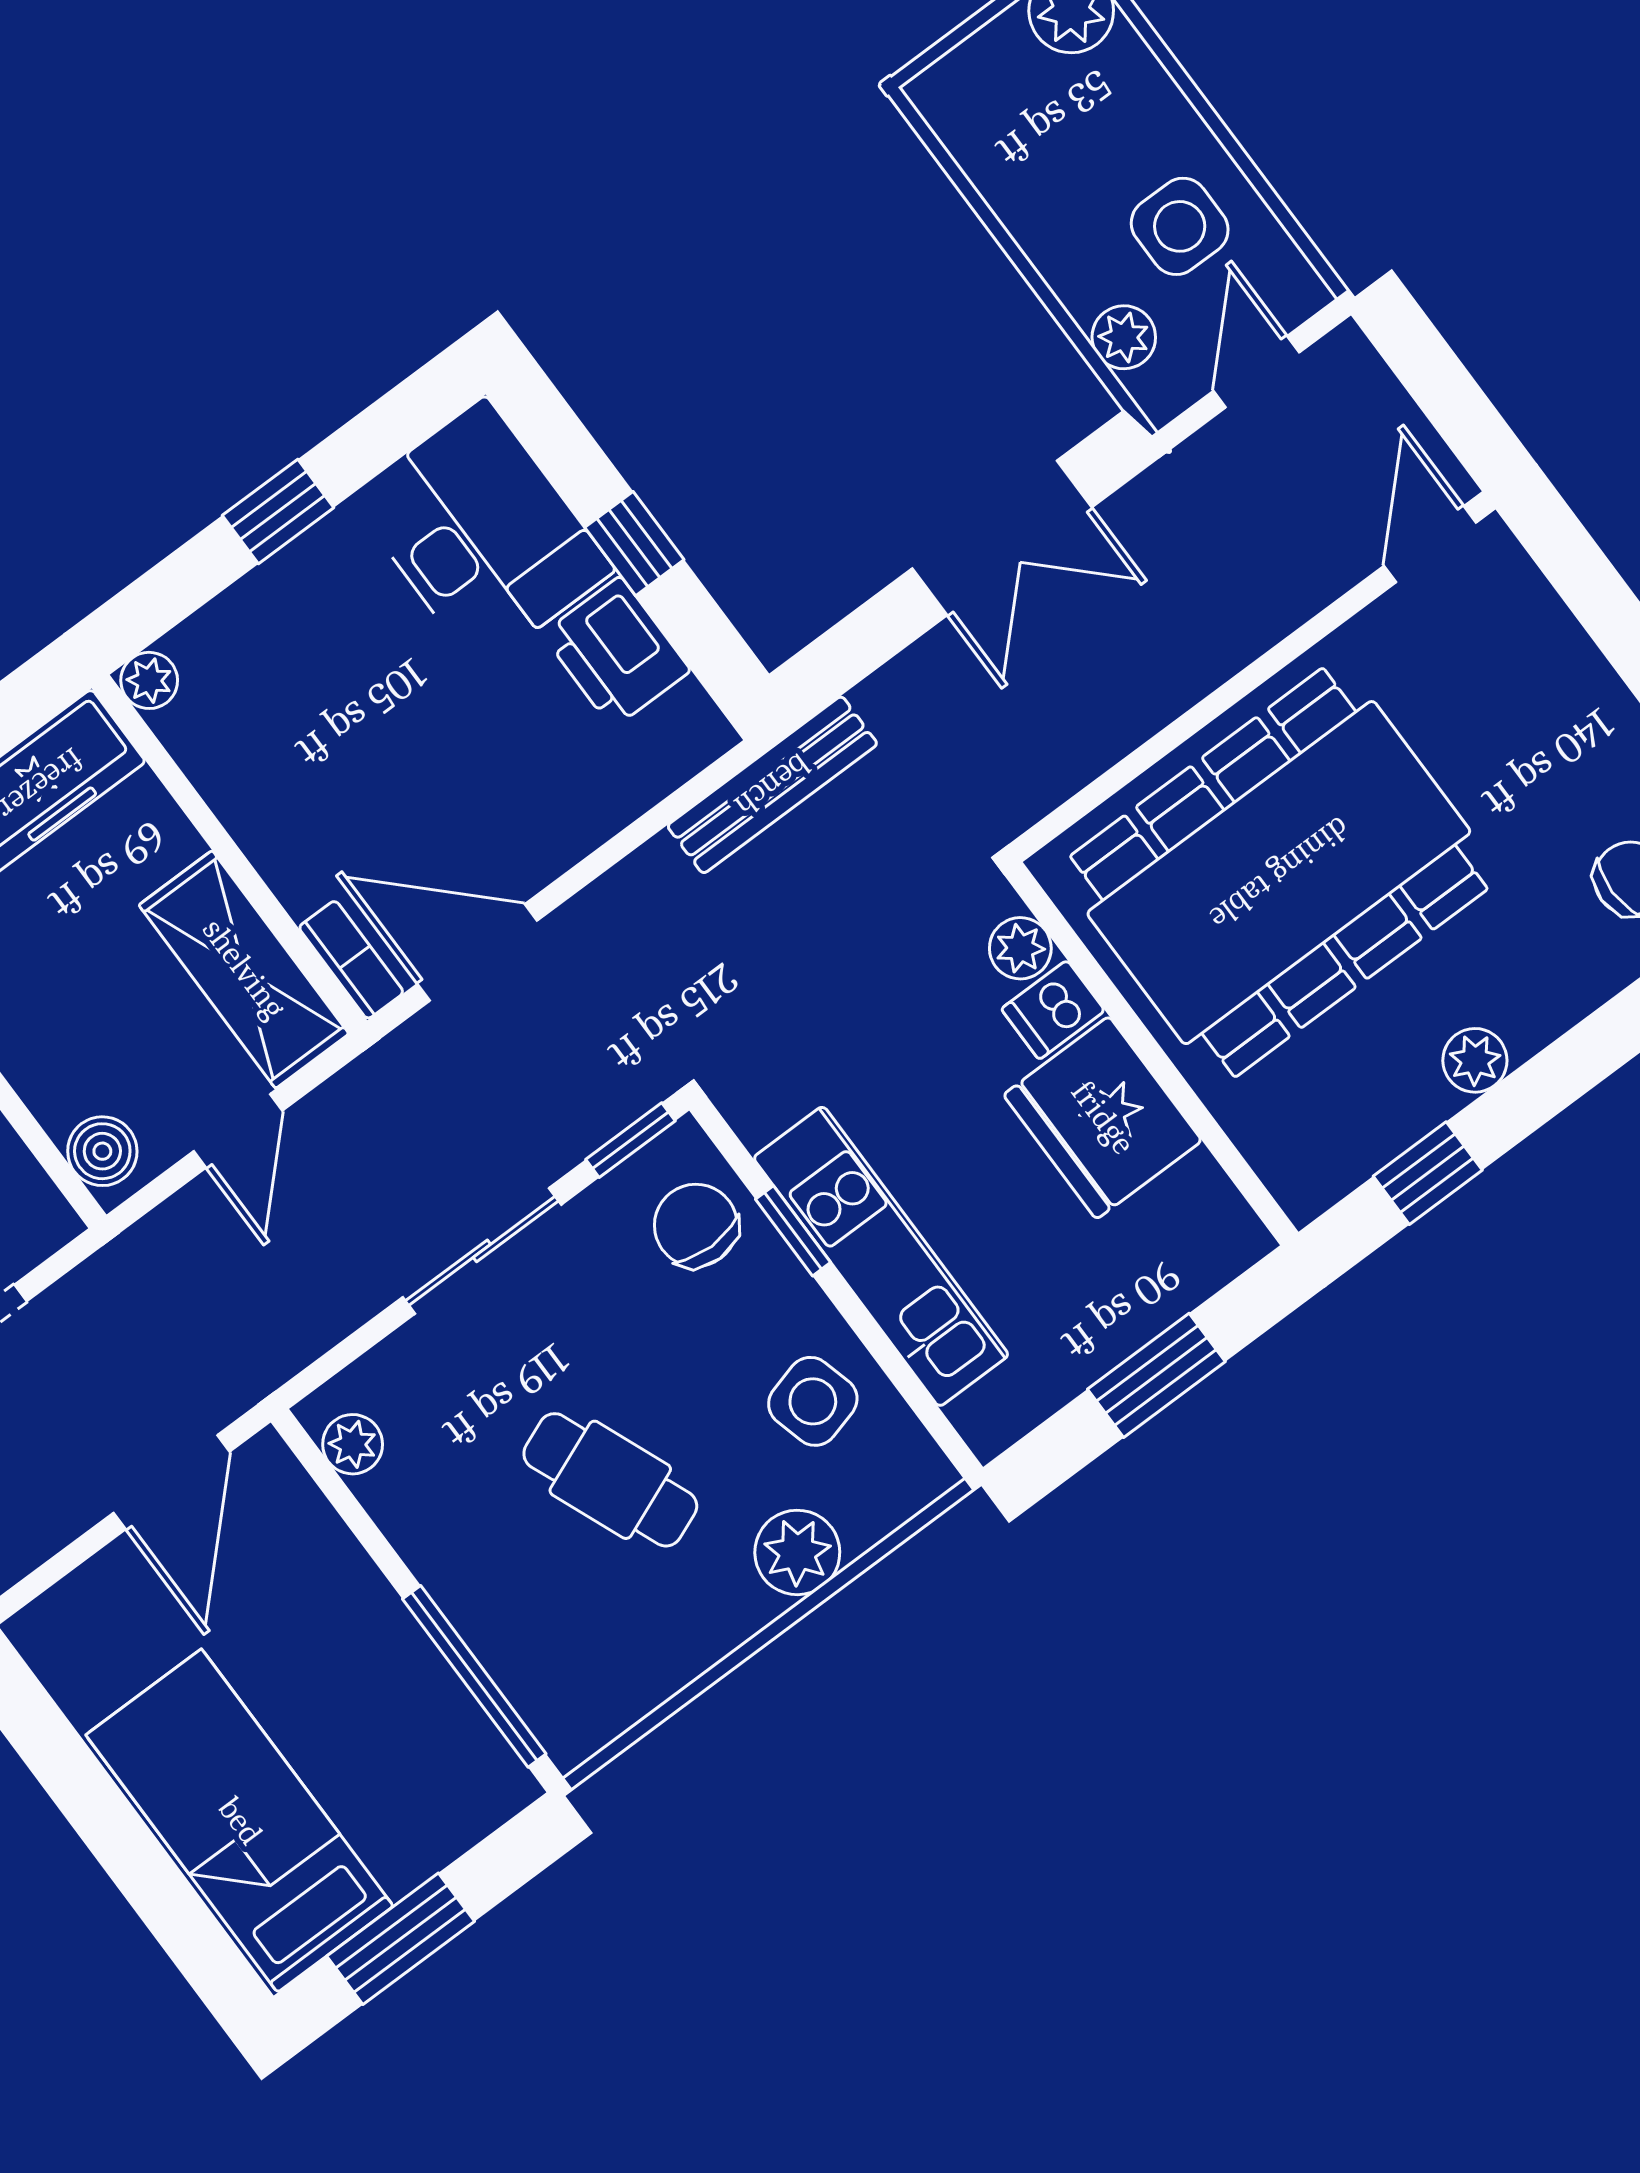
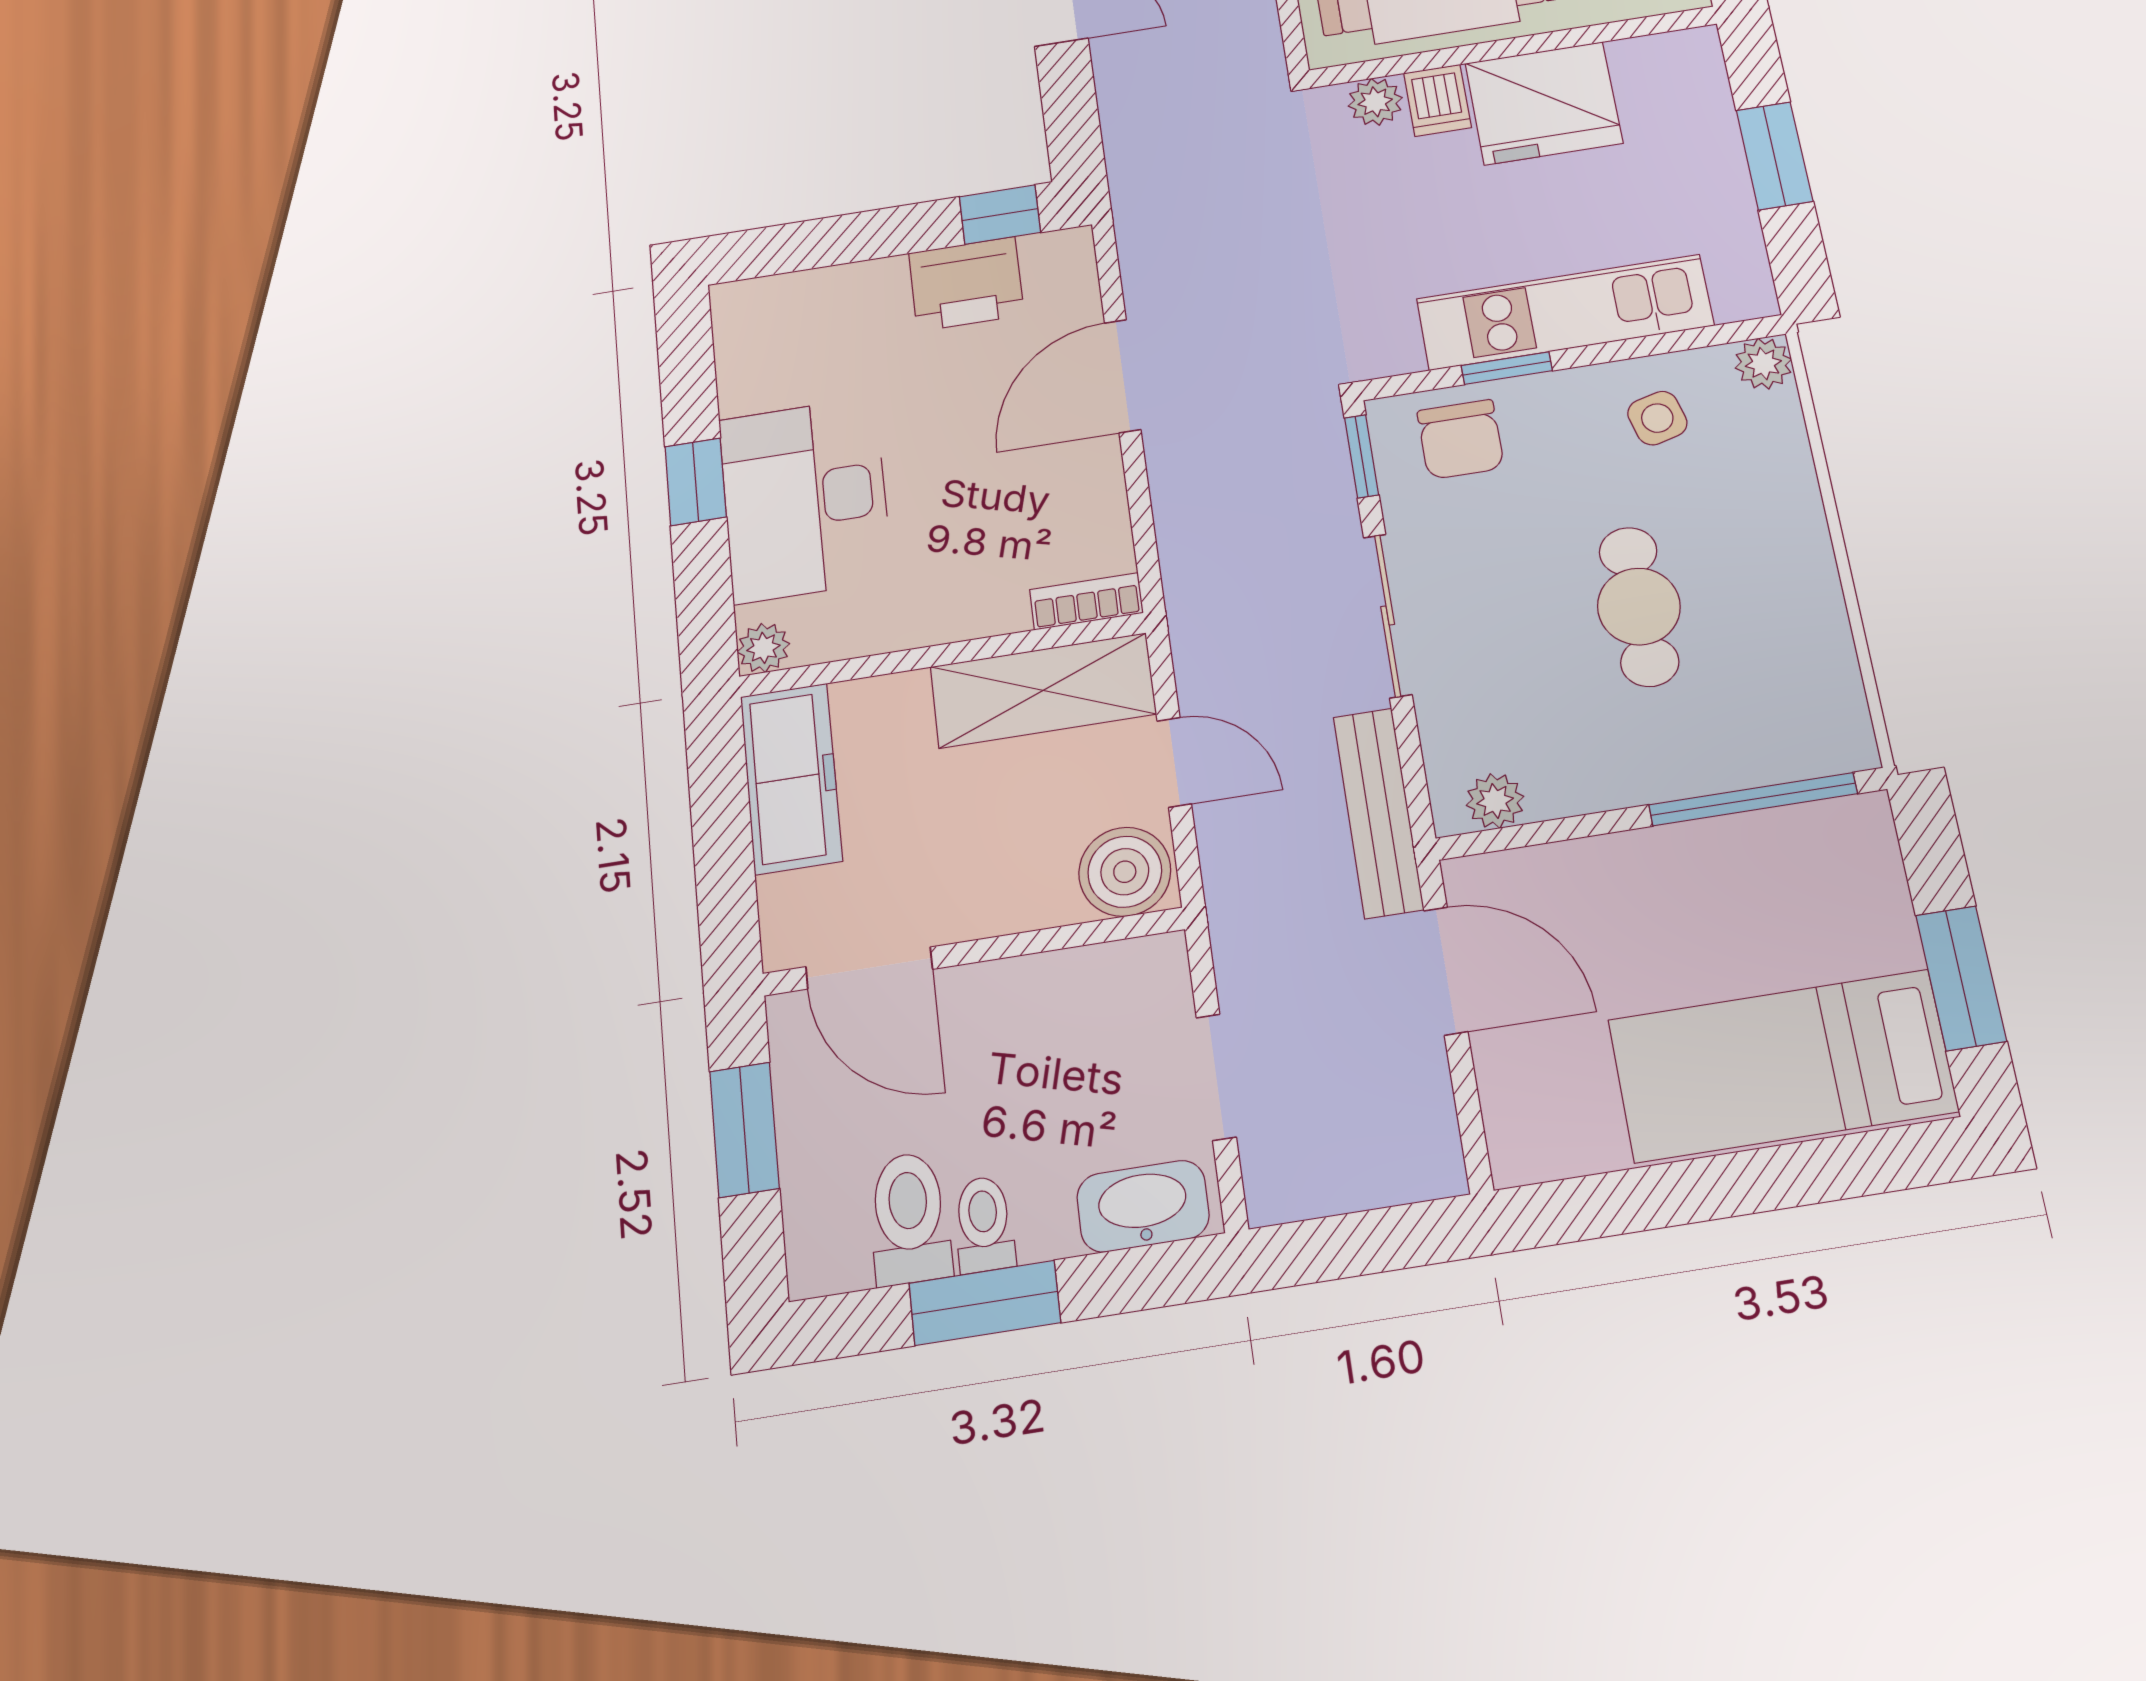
desk: (482, 534) -> (805, 499), moved, turned -90
window: (634, 544) -> (1000, 215), moved
bench: (772, 785) -> (1378, 813), moved
door: (477, 952) -> (1123, 376), moved
boiler: (102, 1151) -> (1125, 872), width x1.36, depth x1.36
chair: (696, 1225) -> (1461, 439), turned -90
side table: (813, 1401) -> (1657, 418), width x0.73, depth x0.73
cafe table: (610, 1480) -> (1639, 606), turned -68
plant: (797, 1552) -> (1763, 364), moved, width x0.73, depth x0.73

